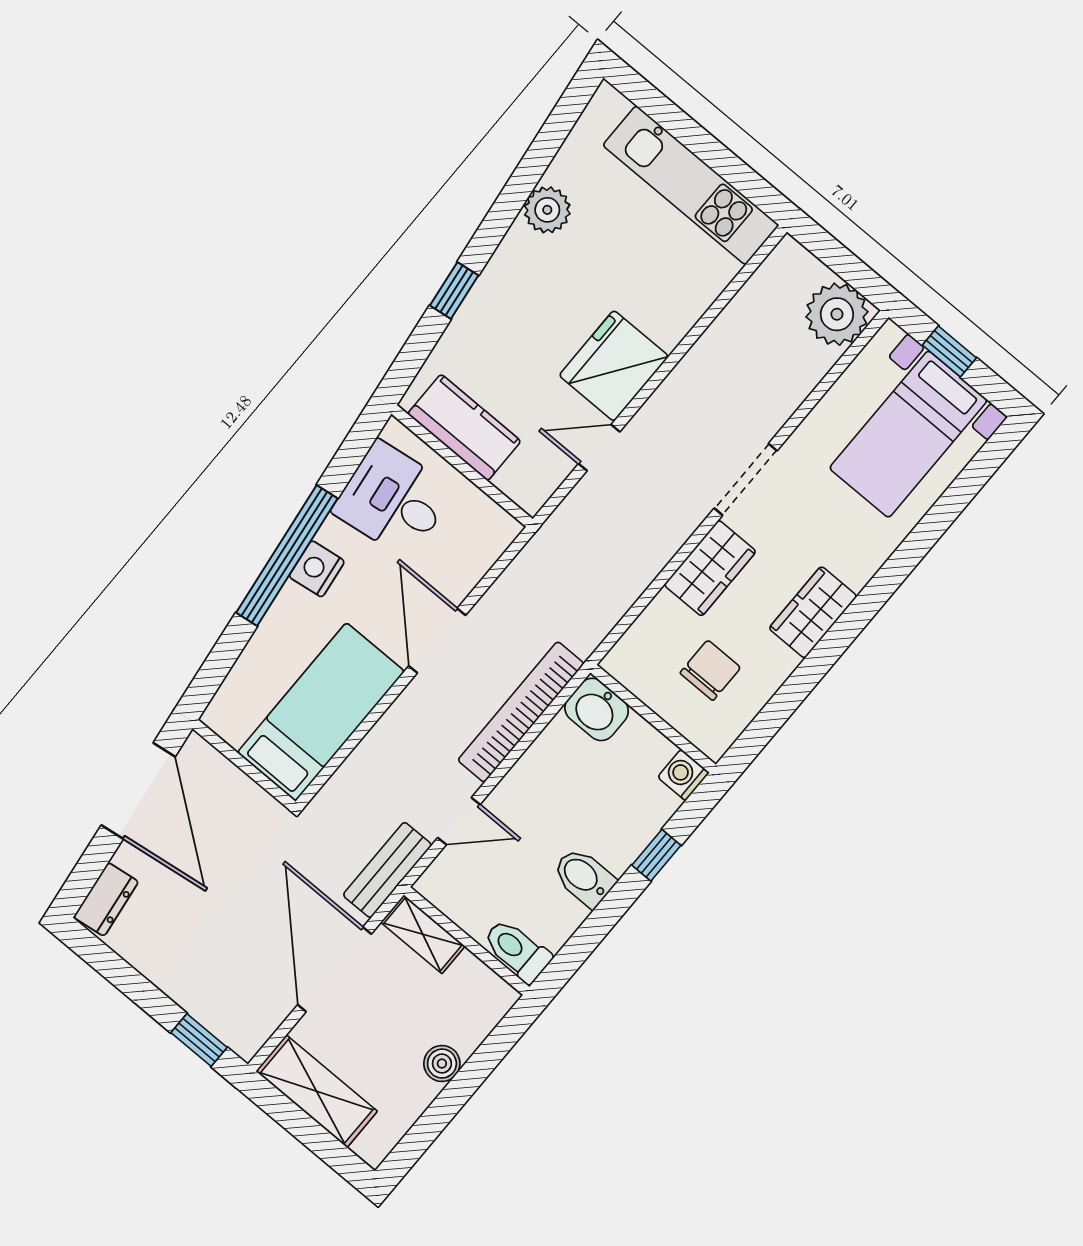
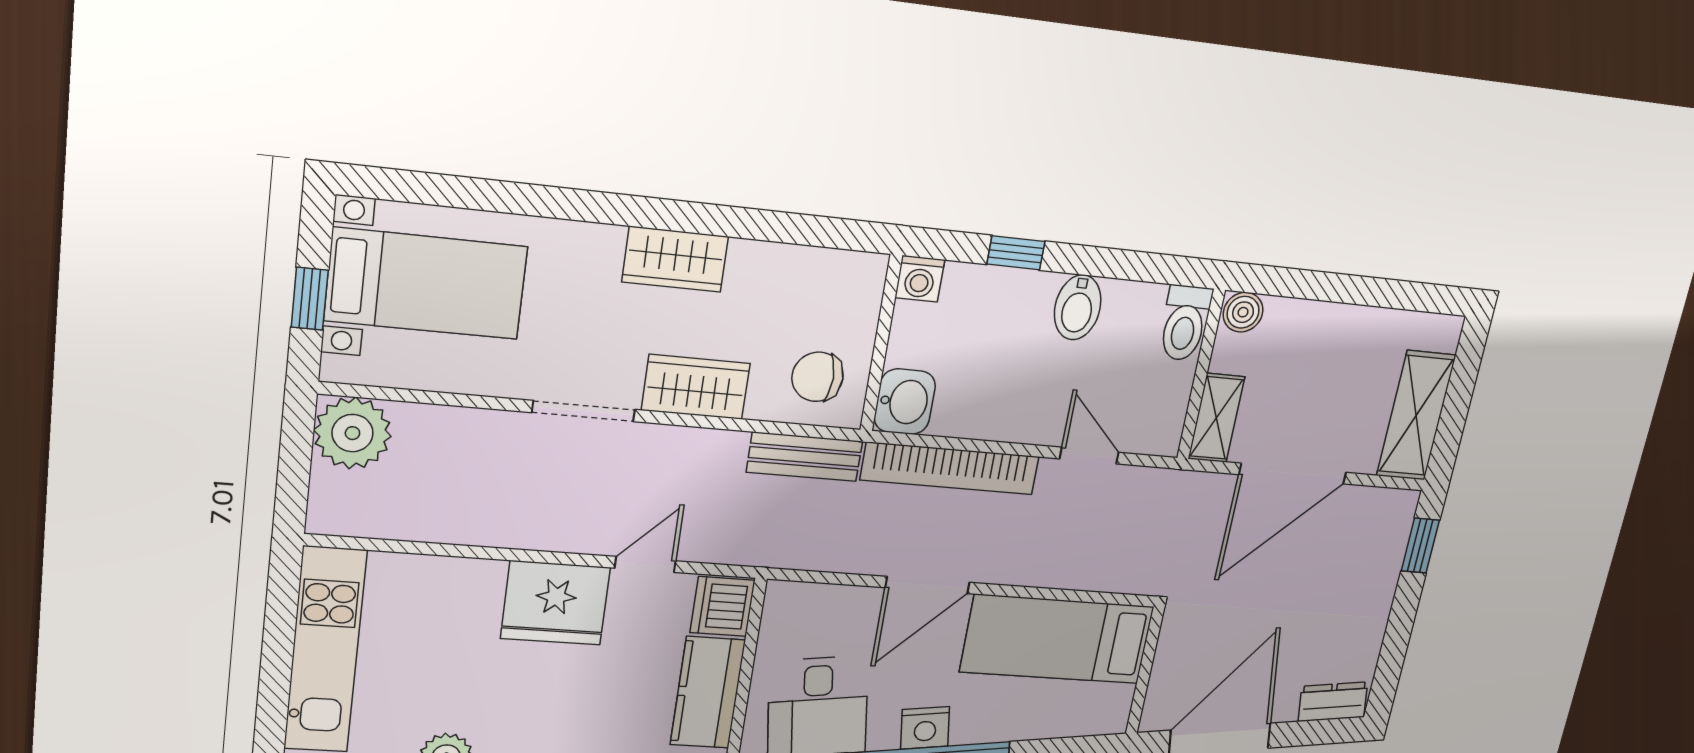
door: (599, 448) -> (645, 564), swing flipped
dishwasher: (527, 481) -> (723, 606), added
chair: (710, 670) -> (817, 377), moved
bench: (387, 870) -> (804, 457), moved
boiler: (442, 1064) -> (1243, 312), moved

